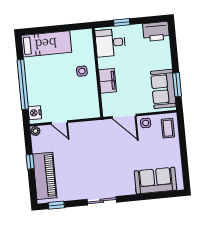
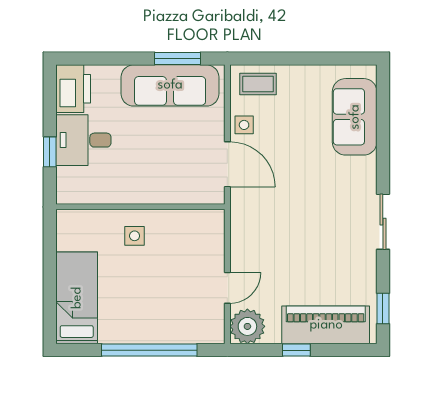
desk: (110, 43) -> (83, 140), moved, turned 90
filing cabinet: (107, 81) -> (157, 189), removed
sofa: (163, 89) -> (170, 85), width x1.36
nightstand: (35, 113) -> (205, 332), removed
door: (124, 116) -> (227, 164), hinge flipped
plant: (35, 131) -> (247, 326), width x1.87, depth x1.87

